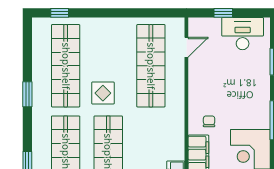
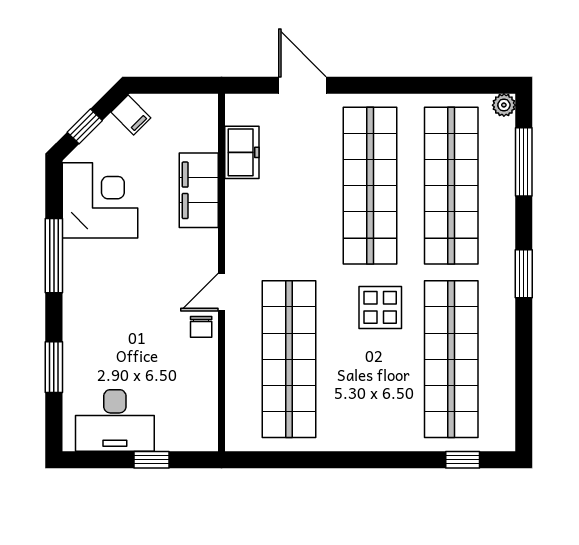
door: (186, 47) -> (222, 292), moved
window: (27, 94) -> (524, 274), moved
chair: (209, 121) -> (201, 327), moved

